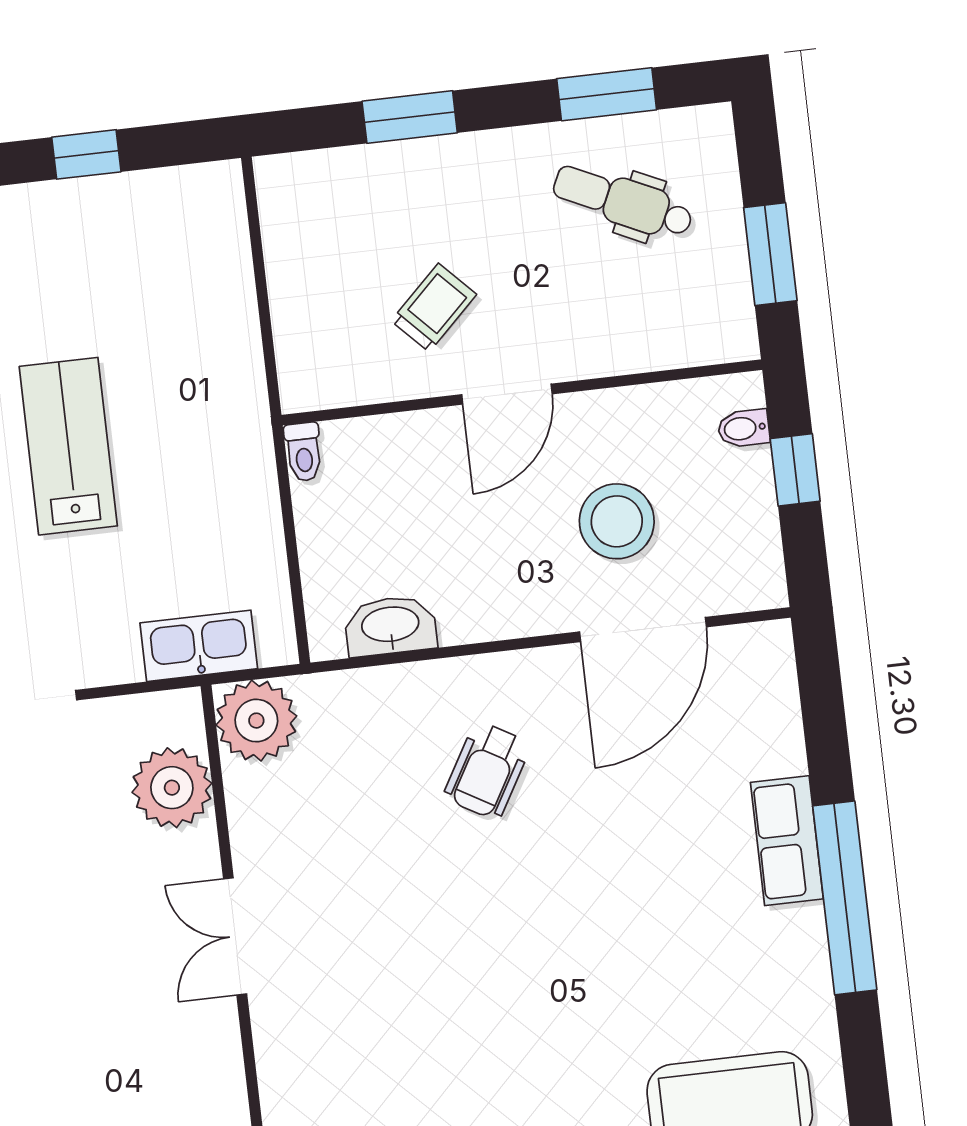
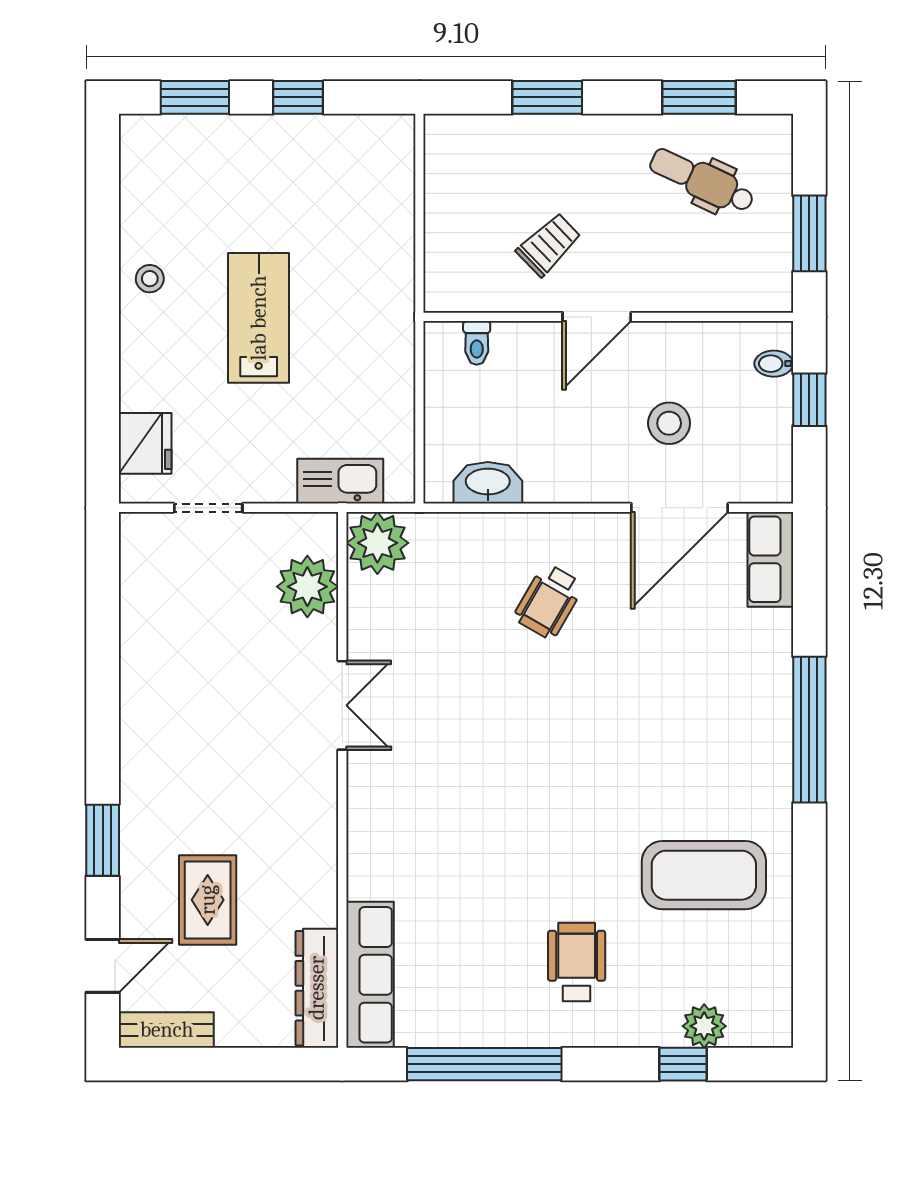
toilet: (303, 452) -> (477, 343), moved
stool: (617, 521) -> (669, 423), width x0.73, depth x0.73
row of seats: (787, 841) -> (770, 559), moved
double door: (235, 936) -> (342, 705), swing flipped

